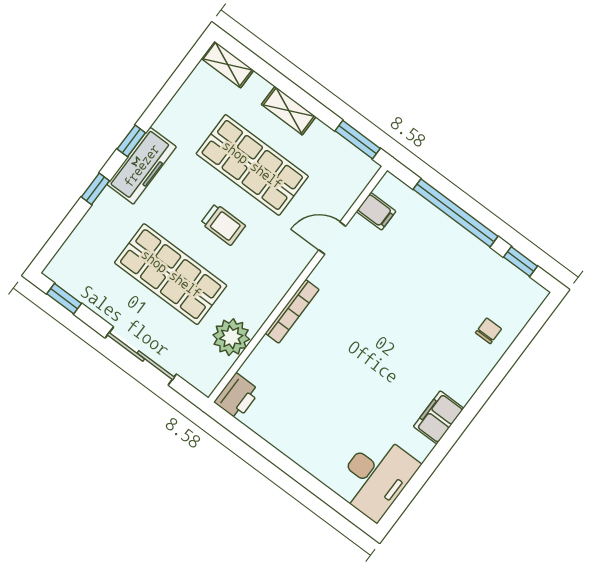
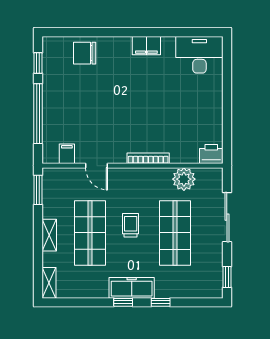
chair: (489, 331) -> (85, 53), width x1.87, depth x1.87

